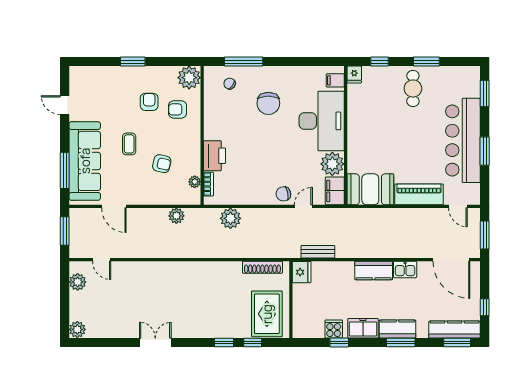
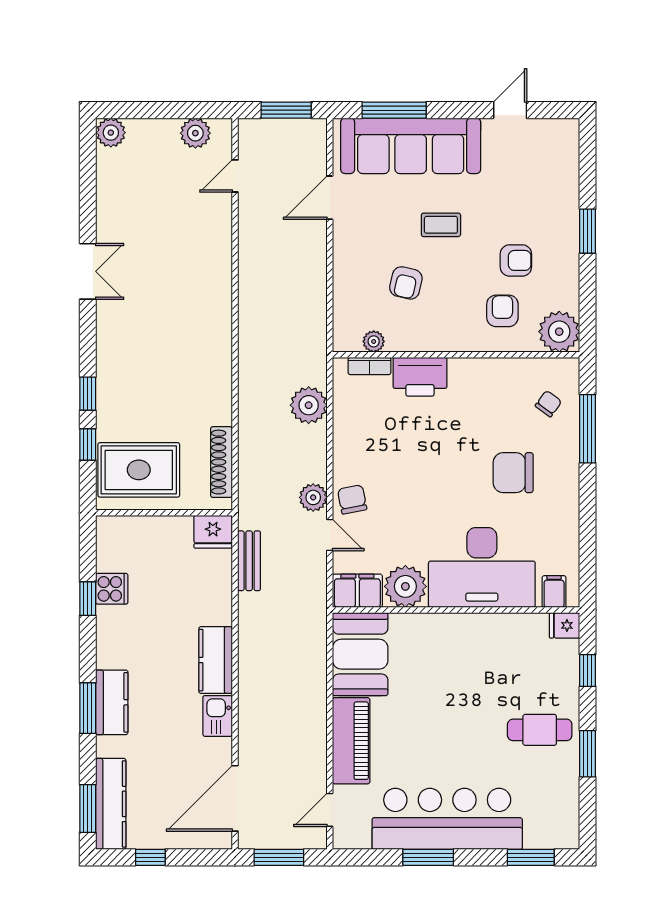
plant: (176, 216) -> (313, 497), moved
freezer: (363, 328) -> (113, 641), removed

